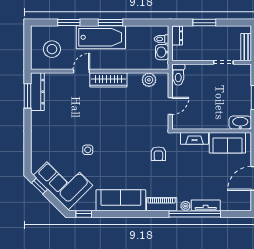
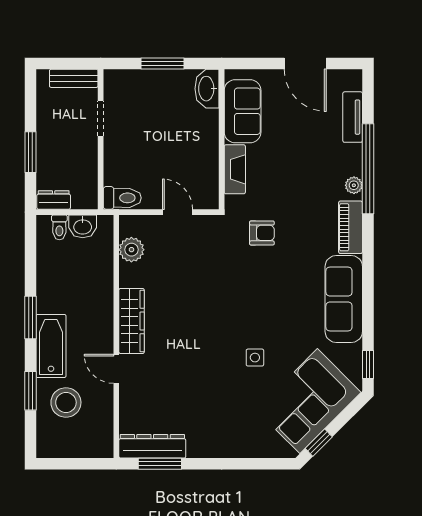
bathtub: (101, 37) -> (51, 346), width x0.73, depth x0.73
stool: (52, 49) -> (66, 402), moved
tv unit: (206, 205) -> (353, 117), moved

